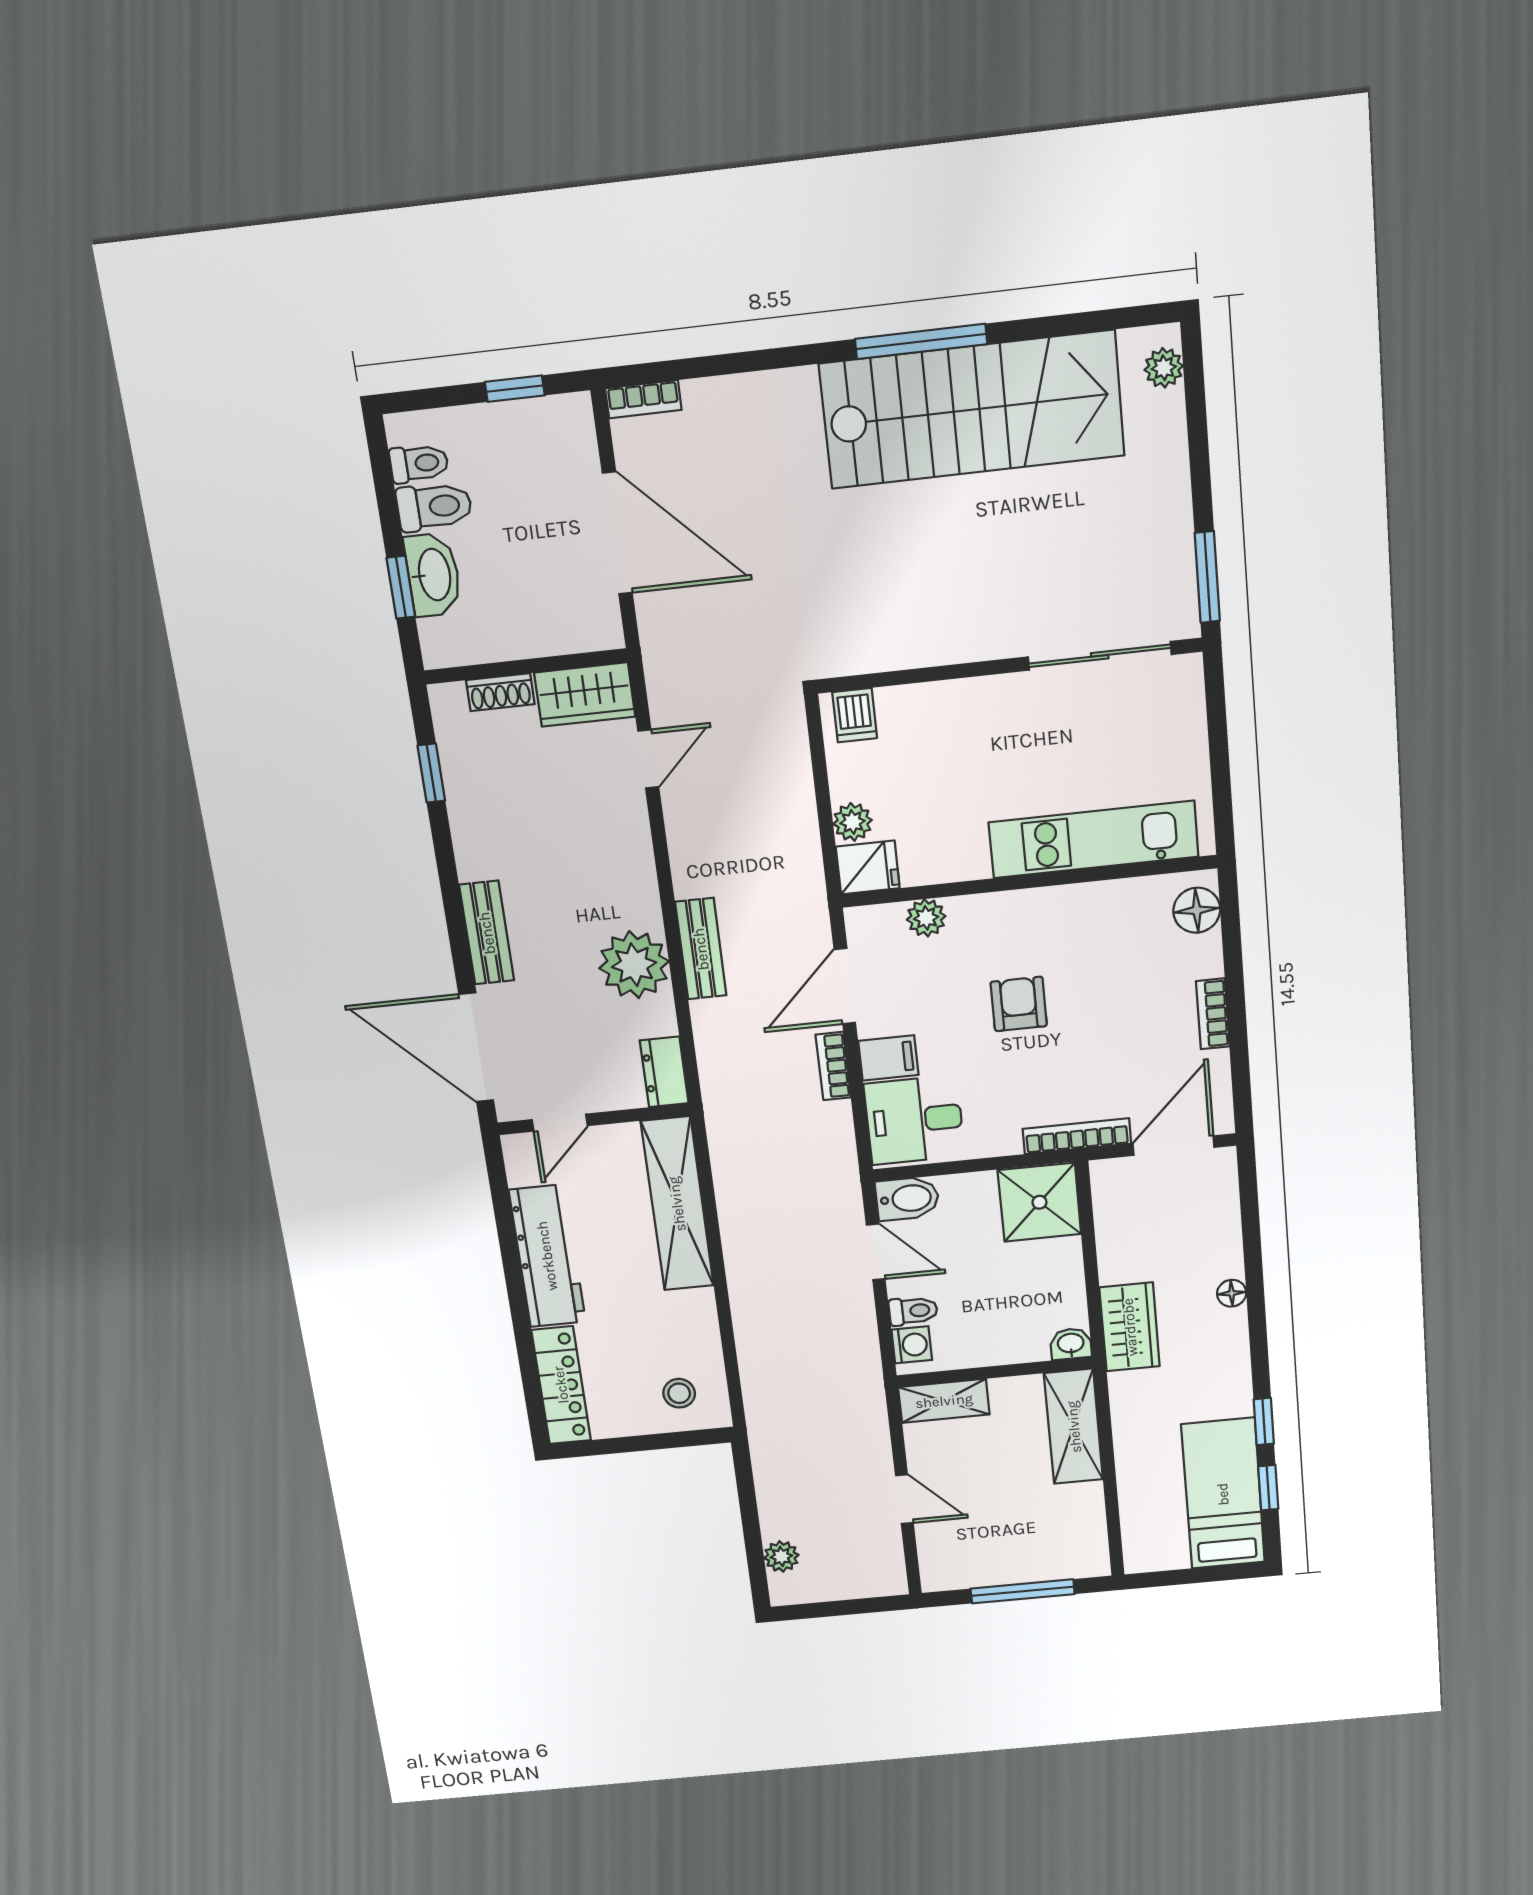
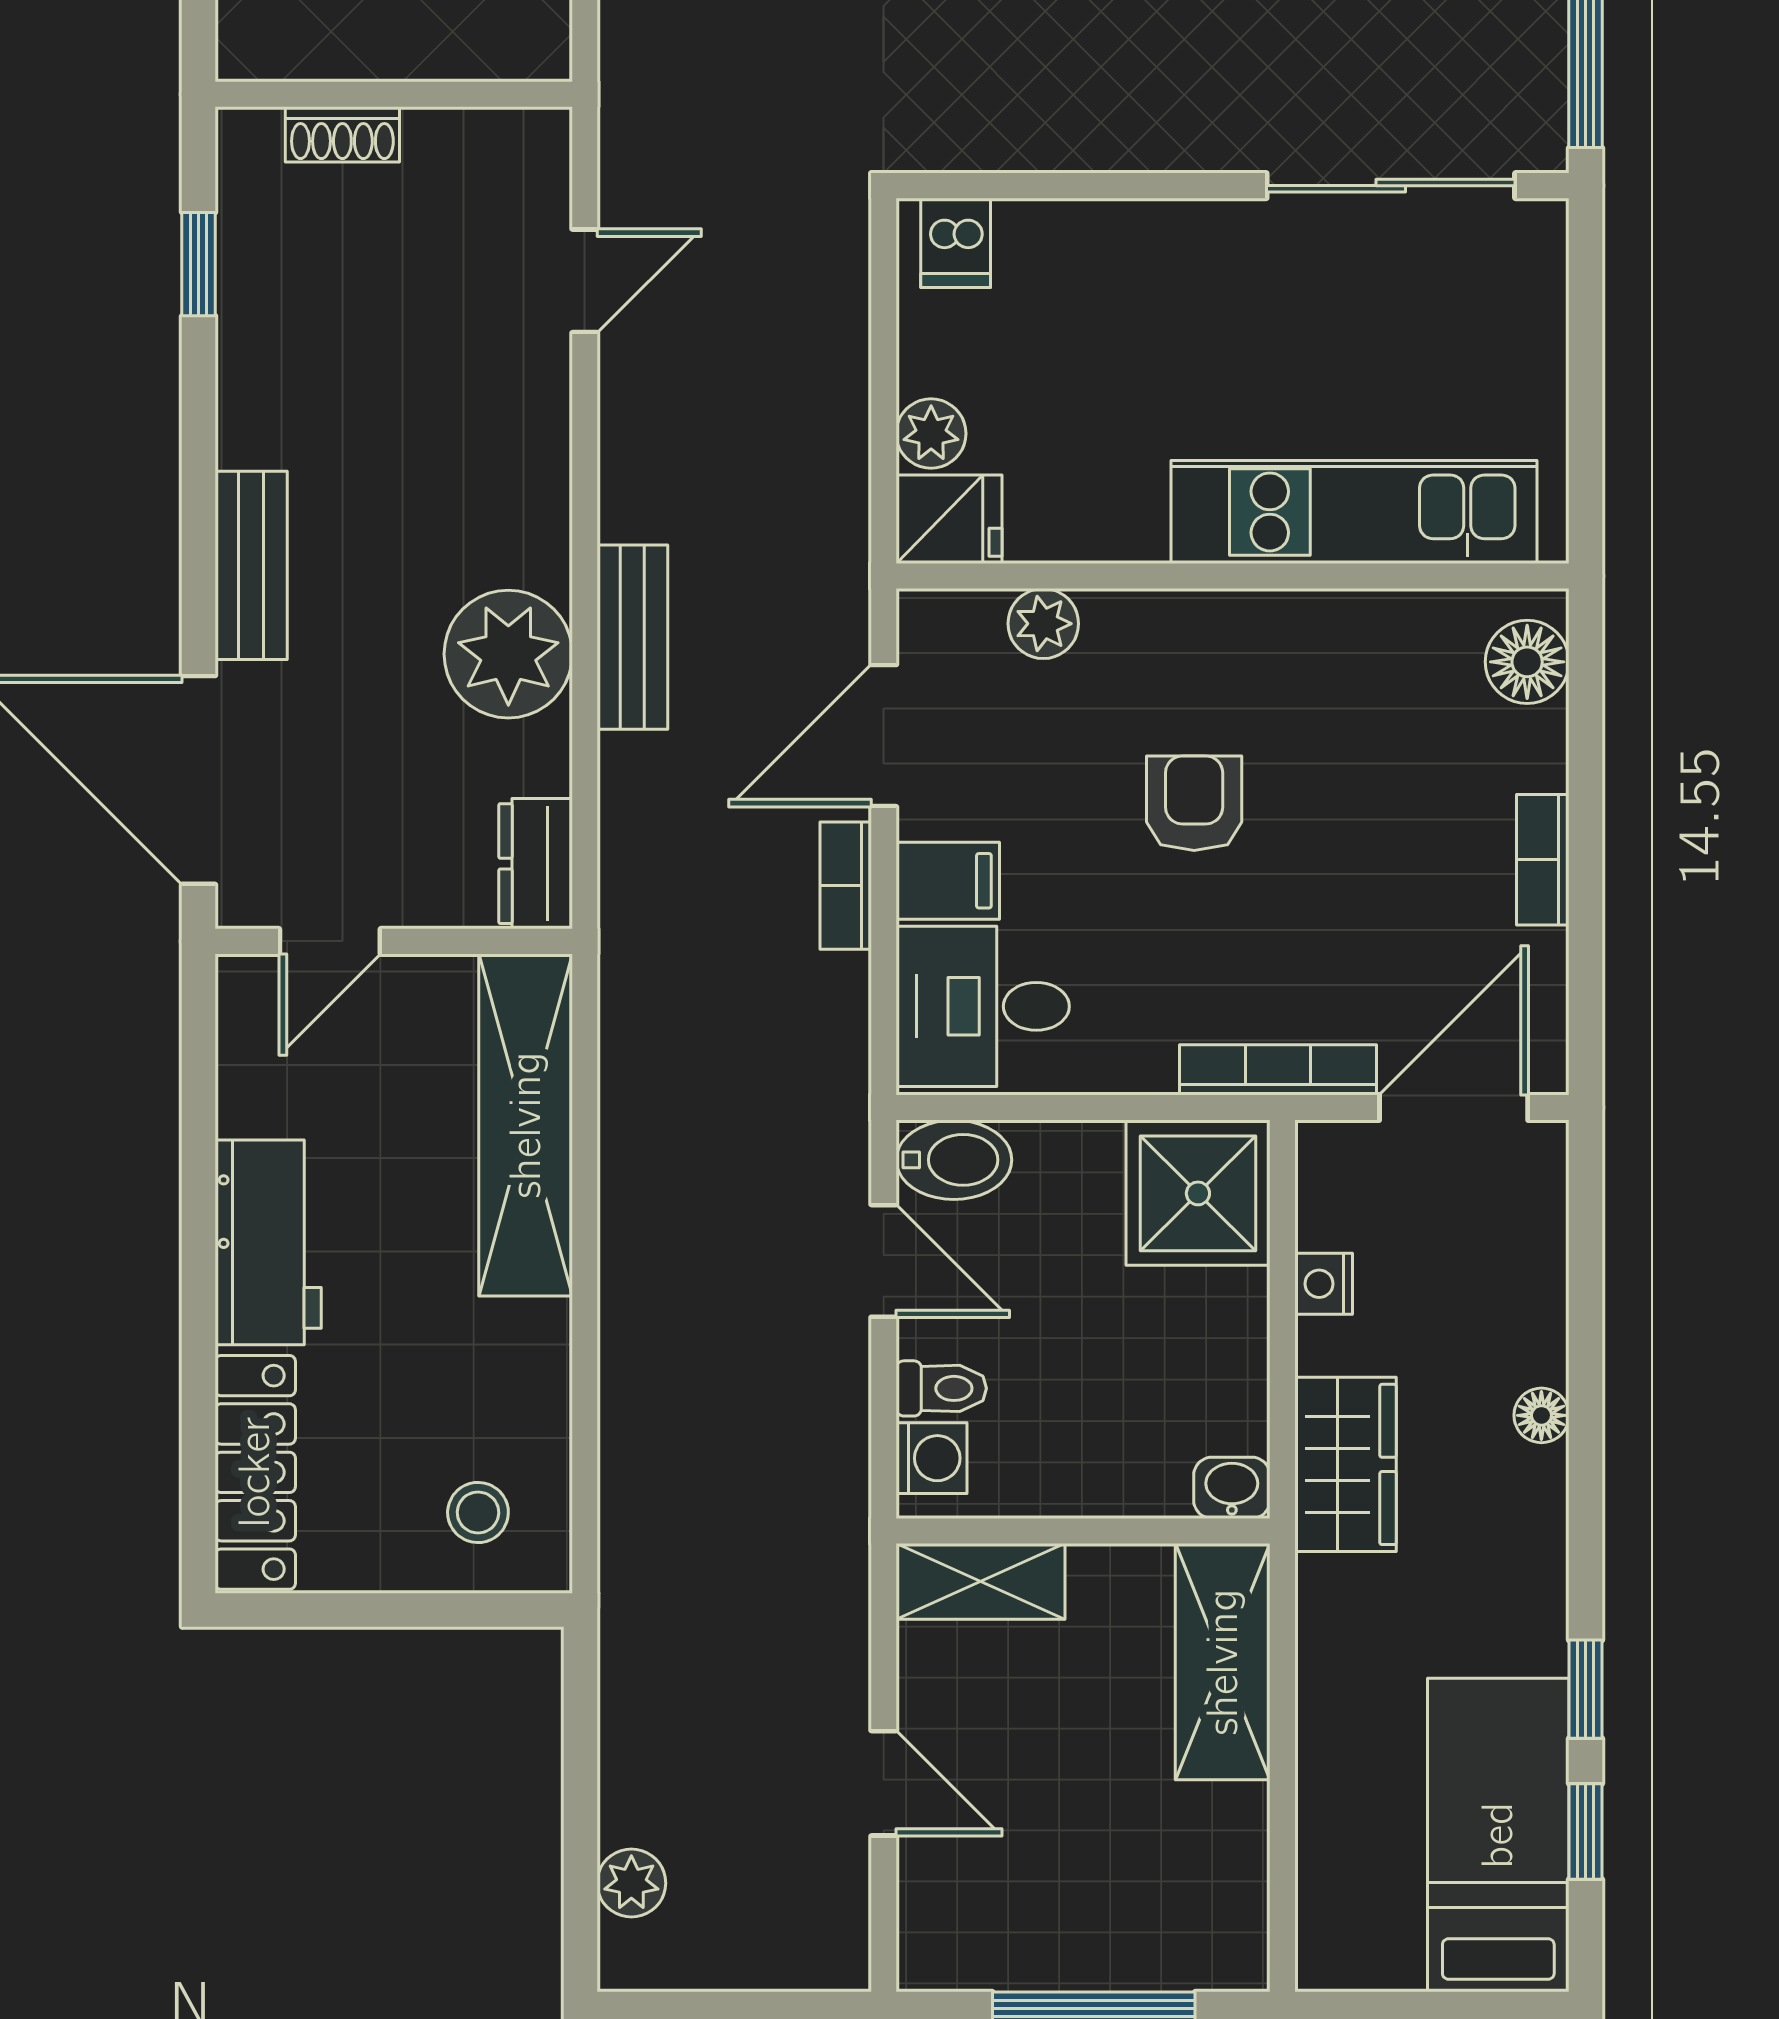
wardrobe: (585, 695) -> (489, 155), removed
nightstand: (1111, 1240) -> (1324, 1284), added
workbench: (547, 1256) -> (268, 1242), width x0.73

